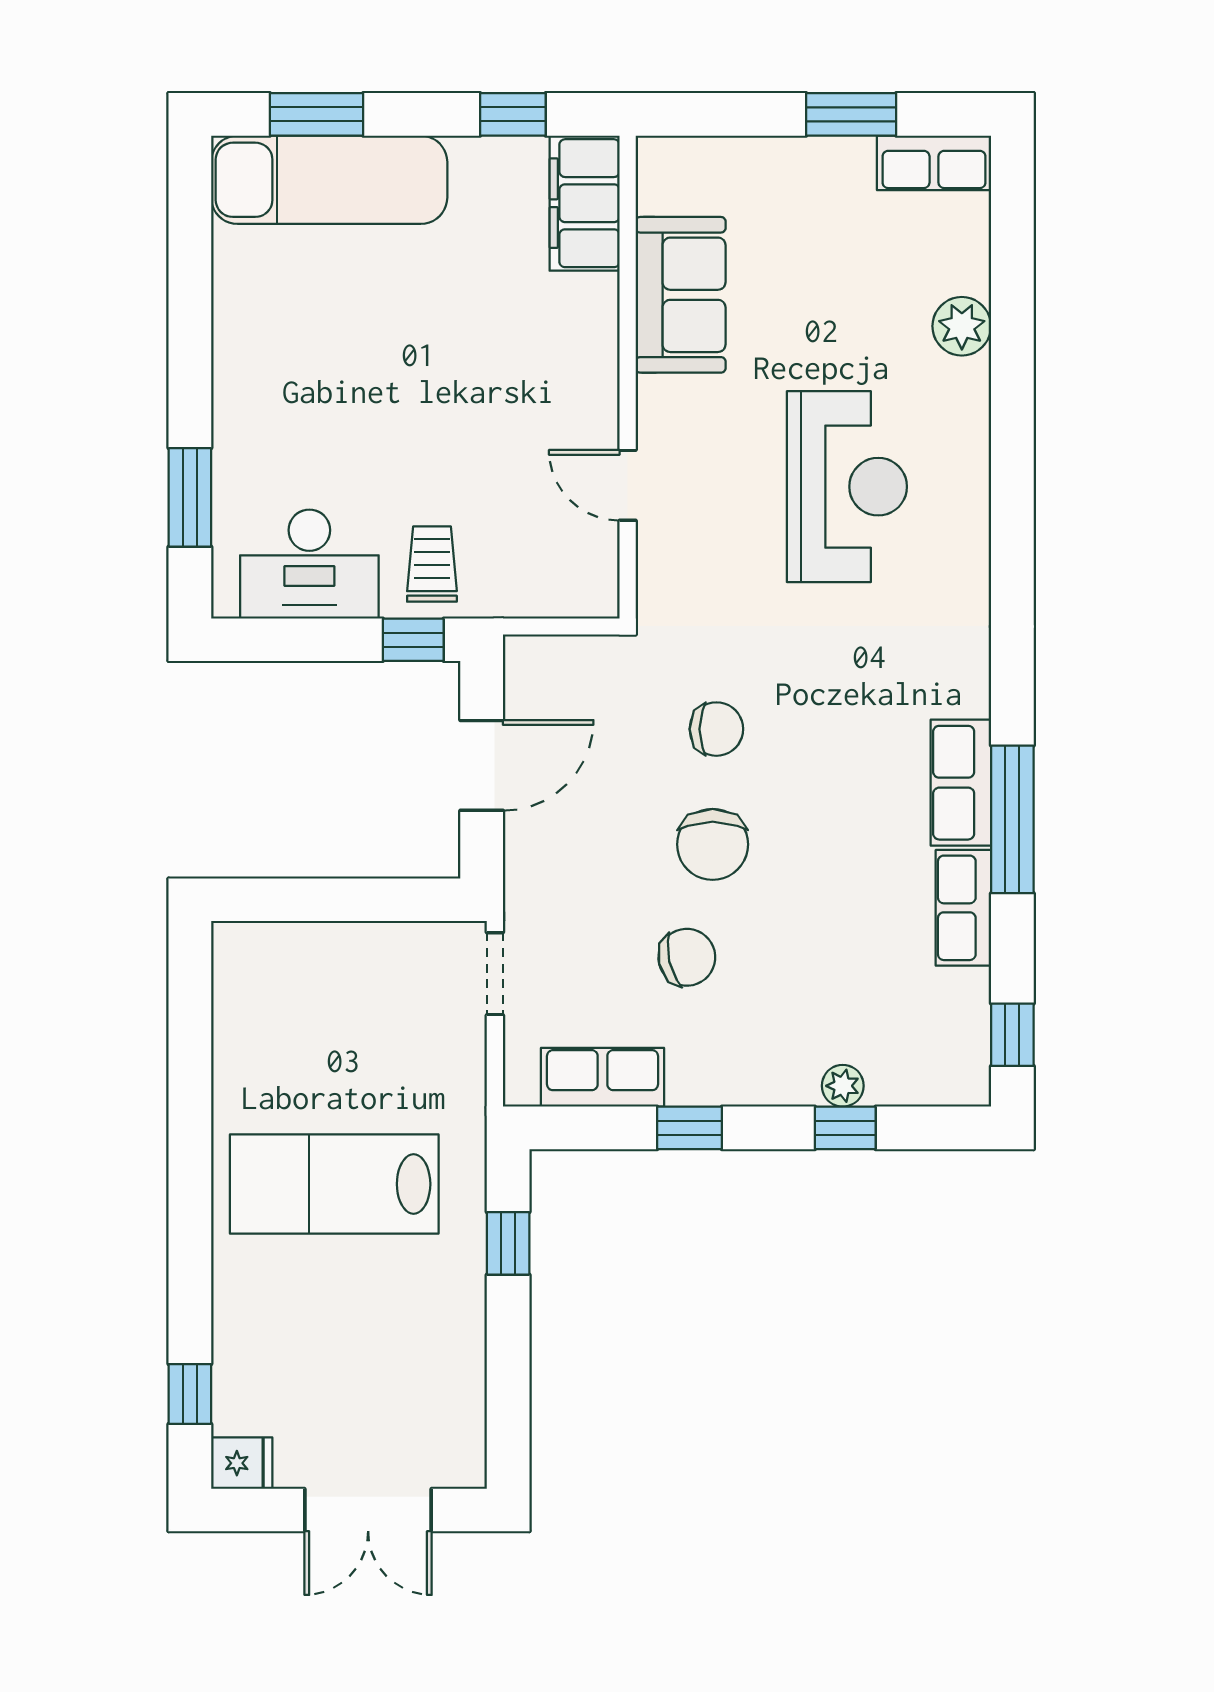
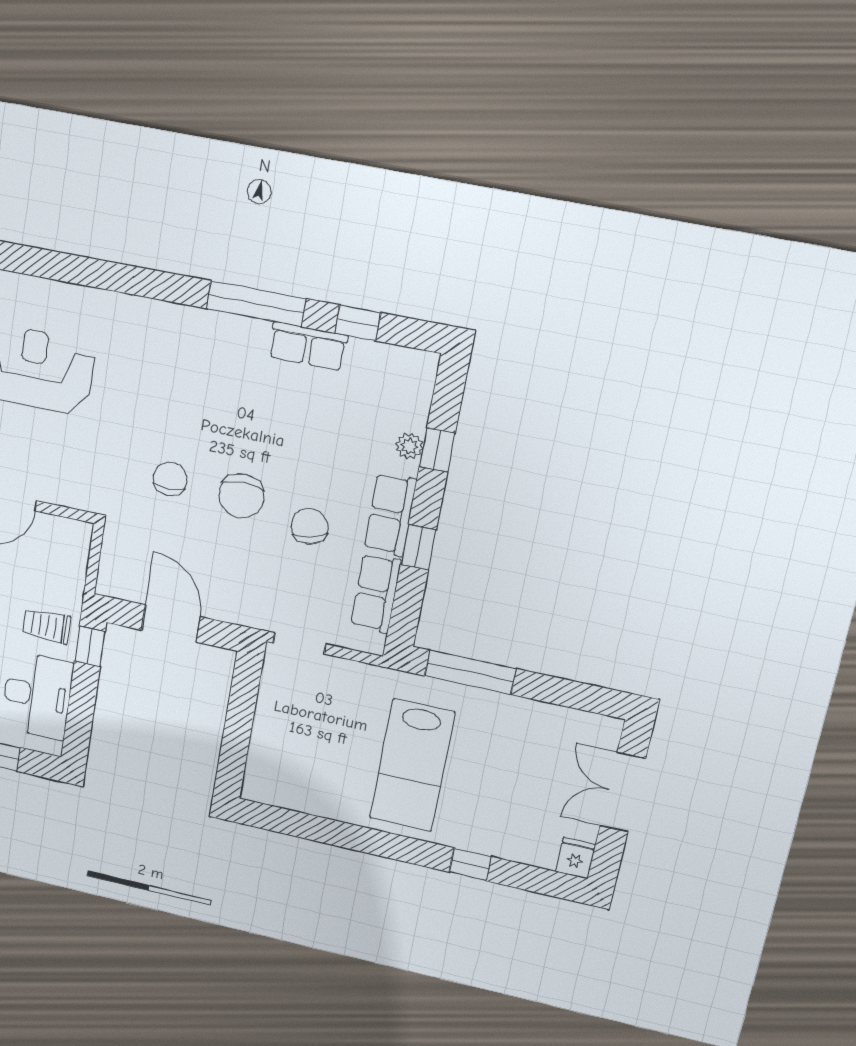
row of seats: (961, 783) -> (390, 514), moved, turned 90
chair: (713, 844) -> (241, 496), turned 90
window: (1012, 1035) -> (358, 323), moved
window: (508, 1243) -> (470, 672), width x2.17
window: (190, 1394) -> (470, 864), moved
double door: (368, 1510) -> (623, 792), swing flipped

